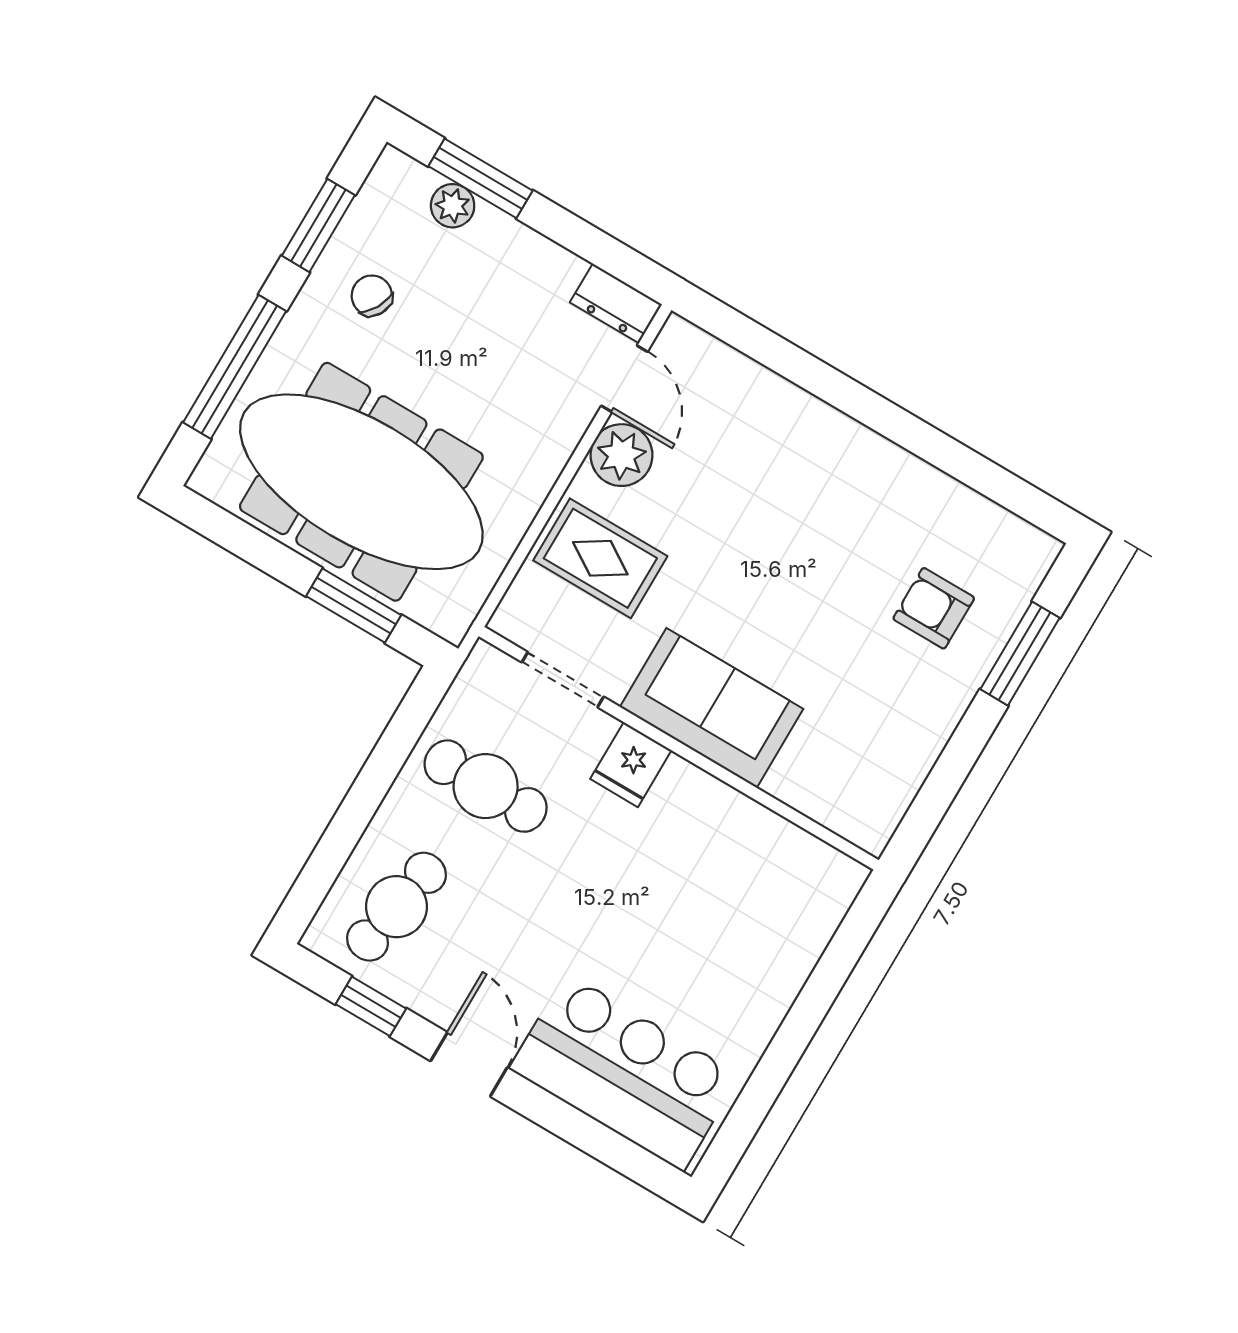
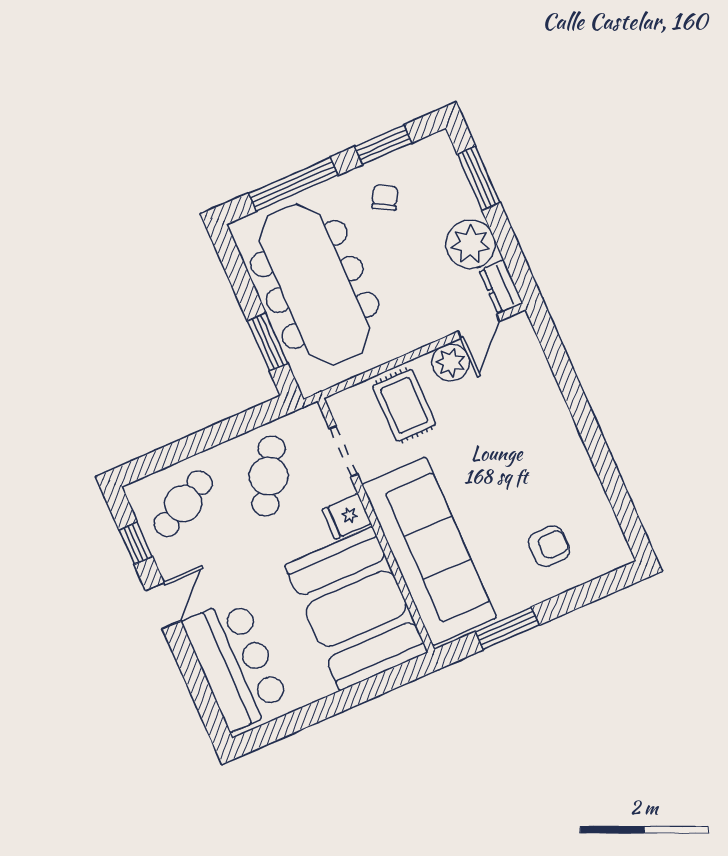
plant: (453, 206) -> (471, 244), moved, width x1.87, depth x1.87
armchair: (934, 608) -> (549, 546), turned 90
window: (1020, 654) -> (507, 628), moved
sofa: (711, 708) -> (429, 551), width x1.85, depth x1.27
cafe table: (486, 786) -> (269, 476), turned 30
booth: (733, 881) -> (356, 609), added
cafe table: (396, 907) -> (183, 504), turned -38

